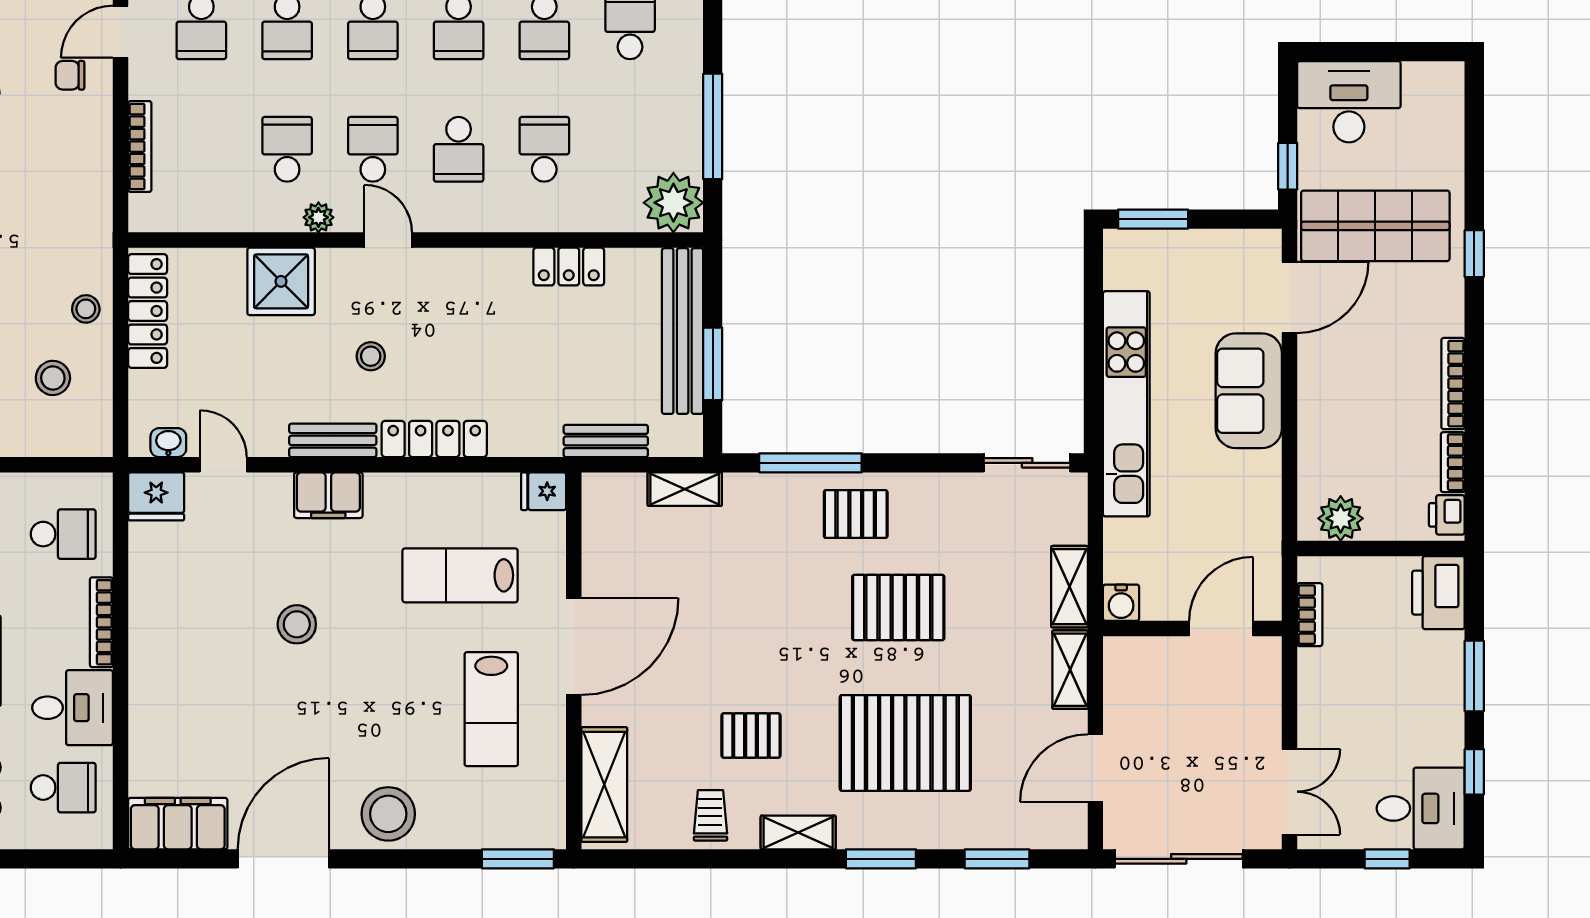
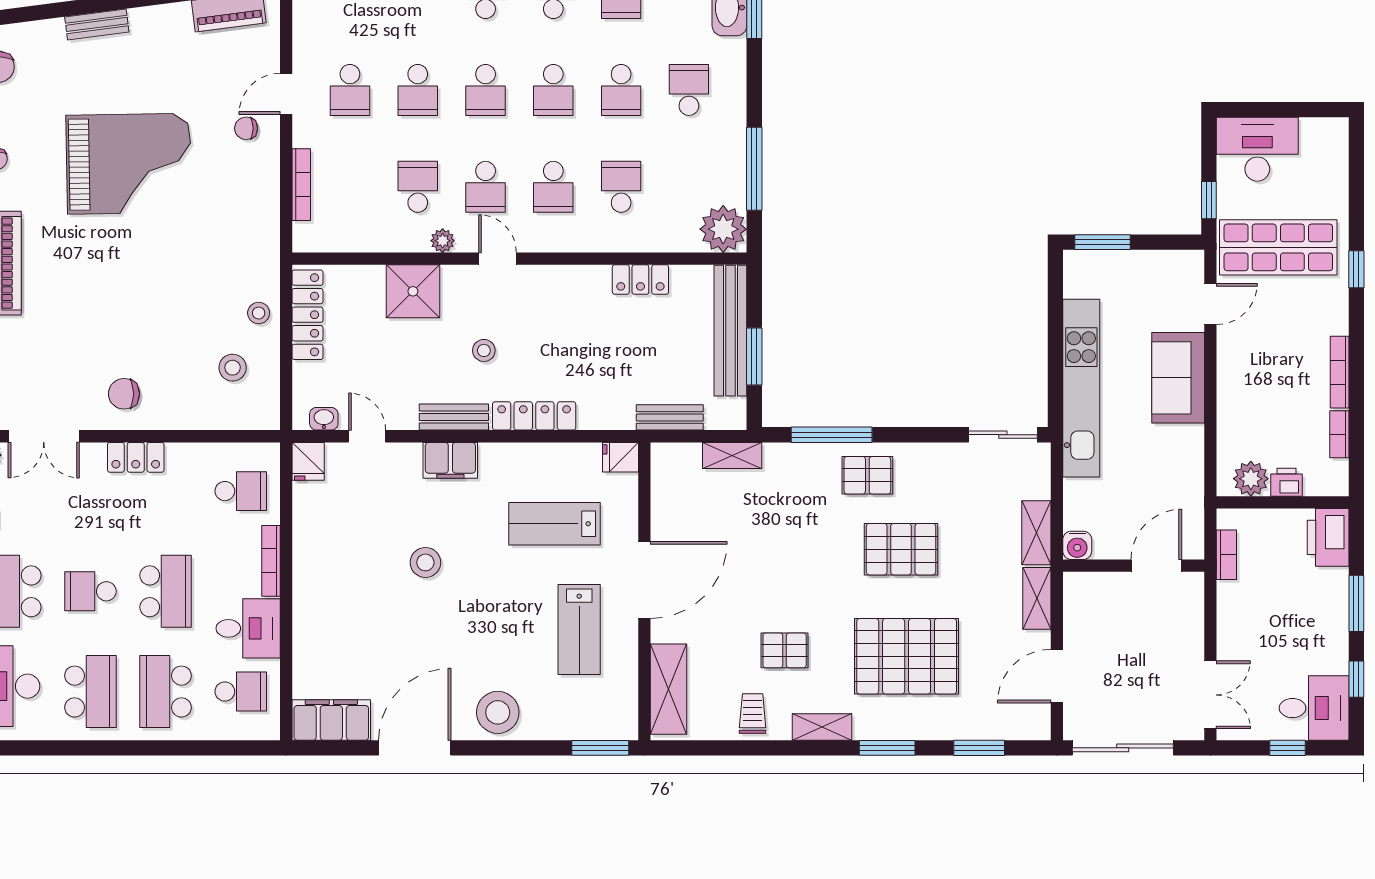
school desk: (373, 149) -> (486, 187), turned 180
door: (1290, 297) -> (1210, 304), width x0.73
fridge: (156, 496) -> (308, 461), width x0.72
printer: (1447, 515) -> (1286, 482), moved, turned 90

